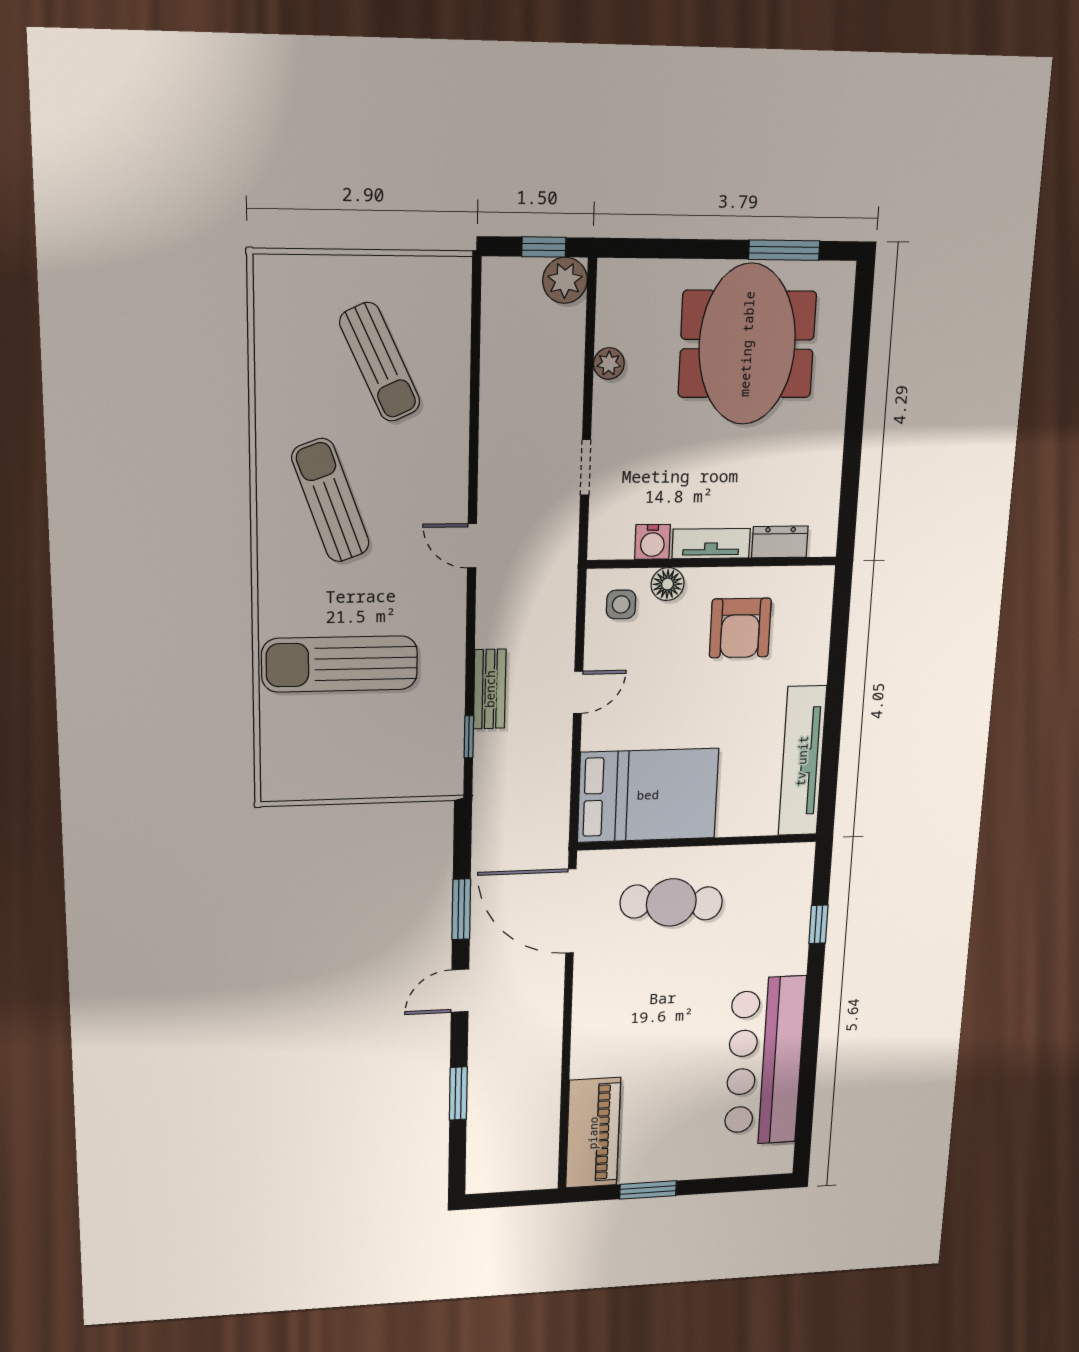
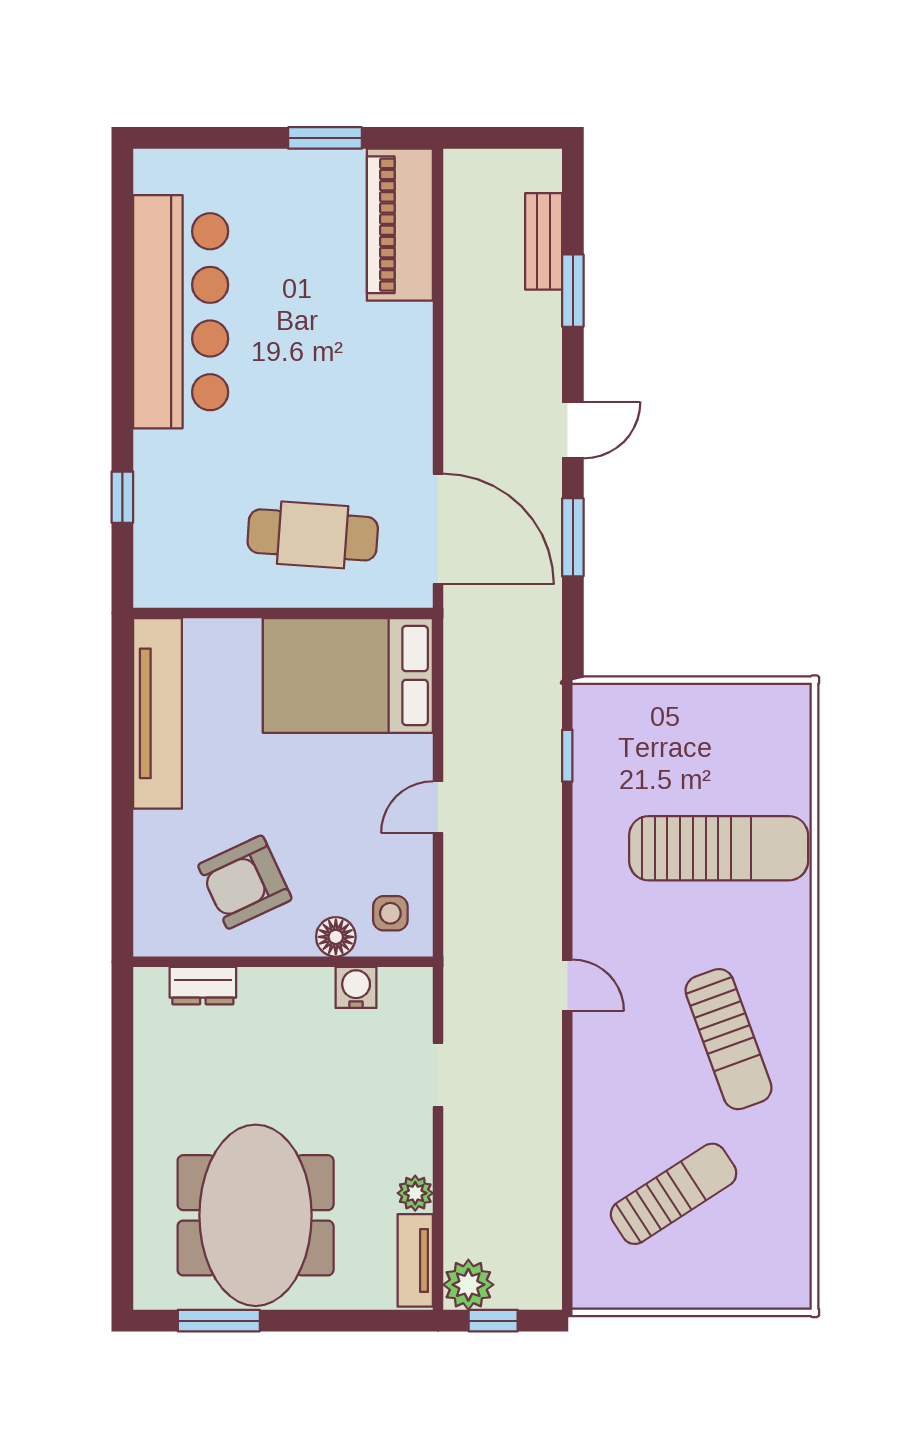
sun lounger: (380, 362) -> (674, 1194), turned 82
tv unit: (711, 544) -> (415, 1260), moved, turned 90
armchair: (740, 628) -> (245, 882), turned -115
bench: (490, 689) -> (544, 241), moved

